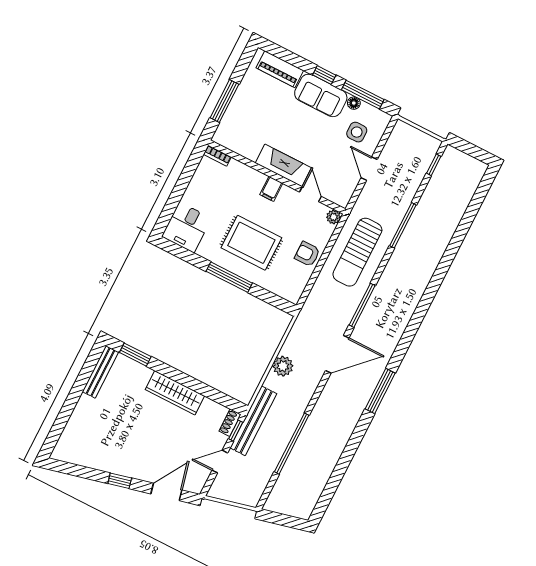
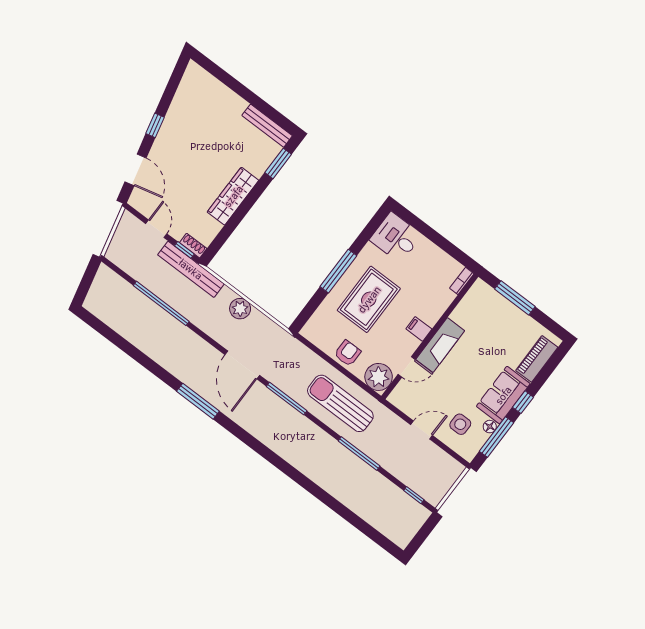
plant: (334, 217) -> (379, 377), width x1.87, depth x1.87

